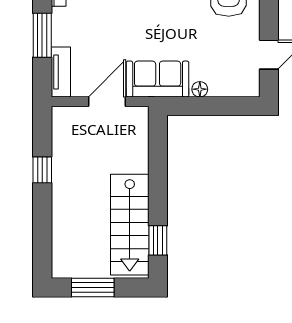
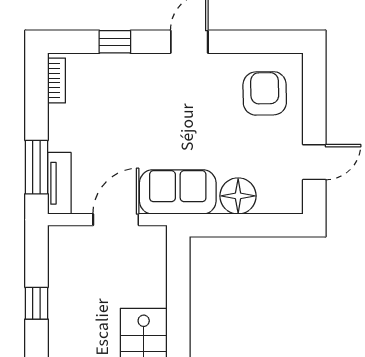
window: (42, 35) -> (36, 167), moved
floor lamp: (200, 89) -> (238, 196), width x1.89, depth x1.89

